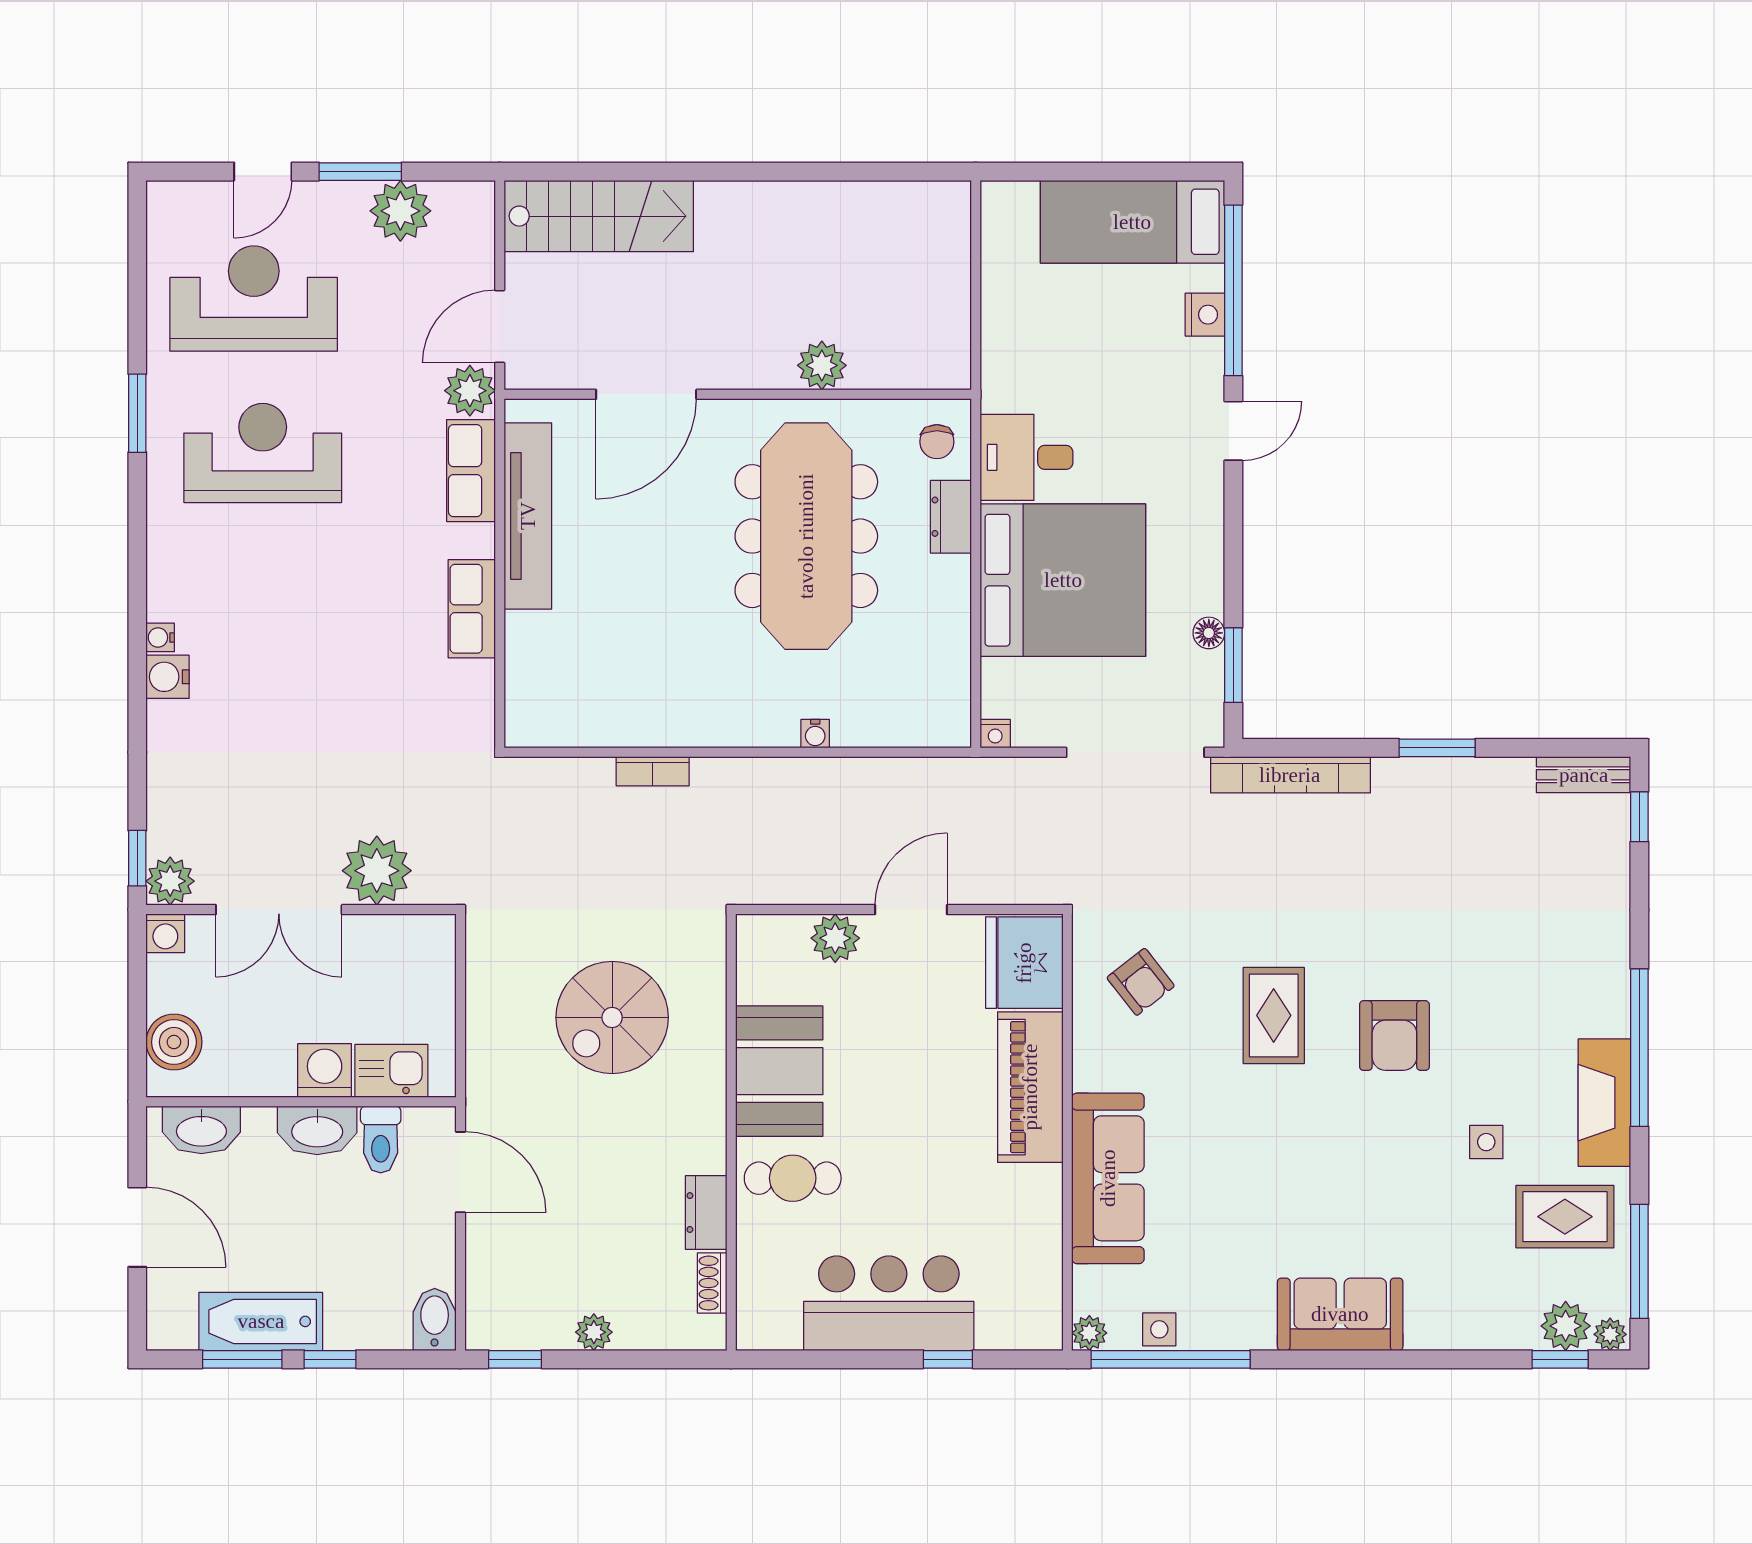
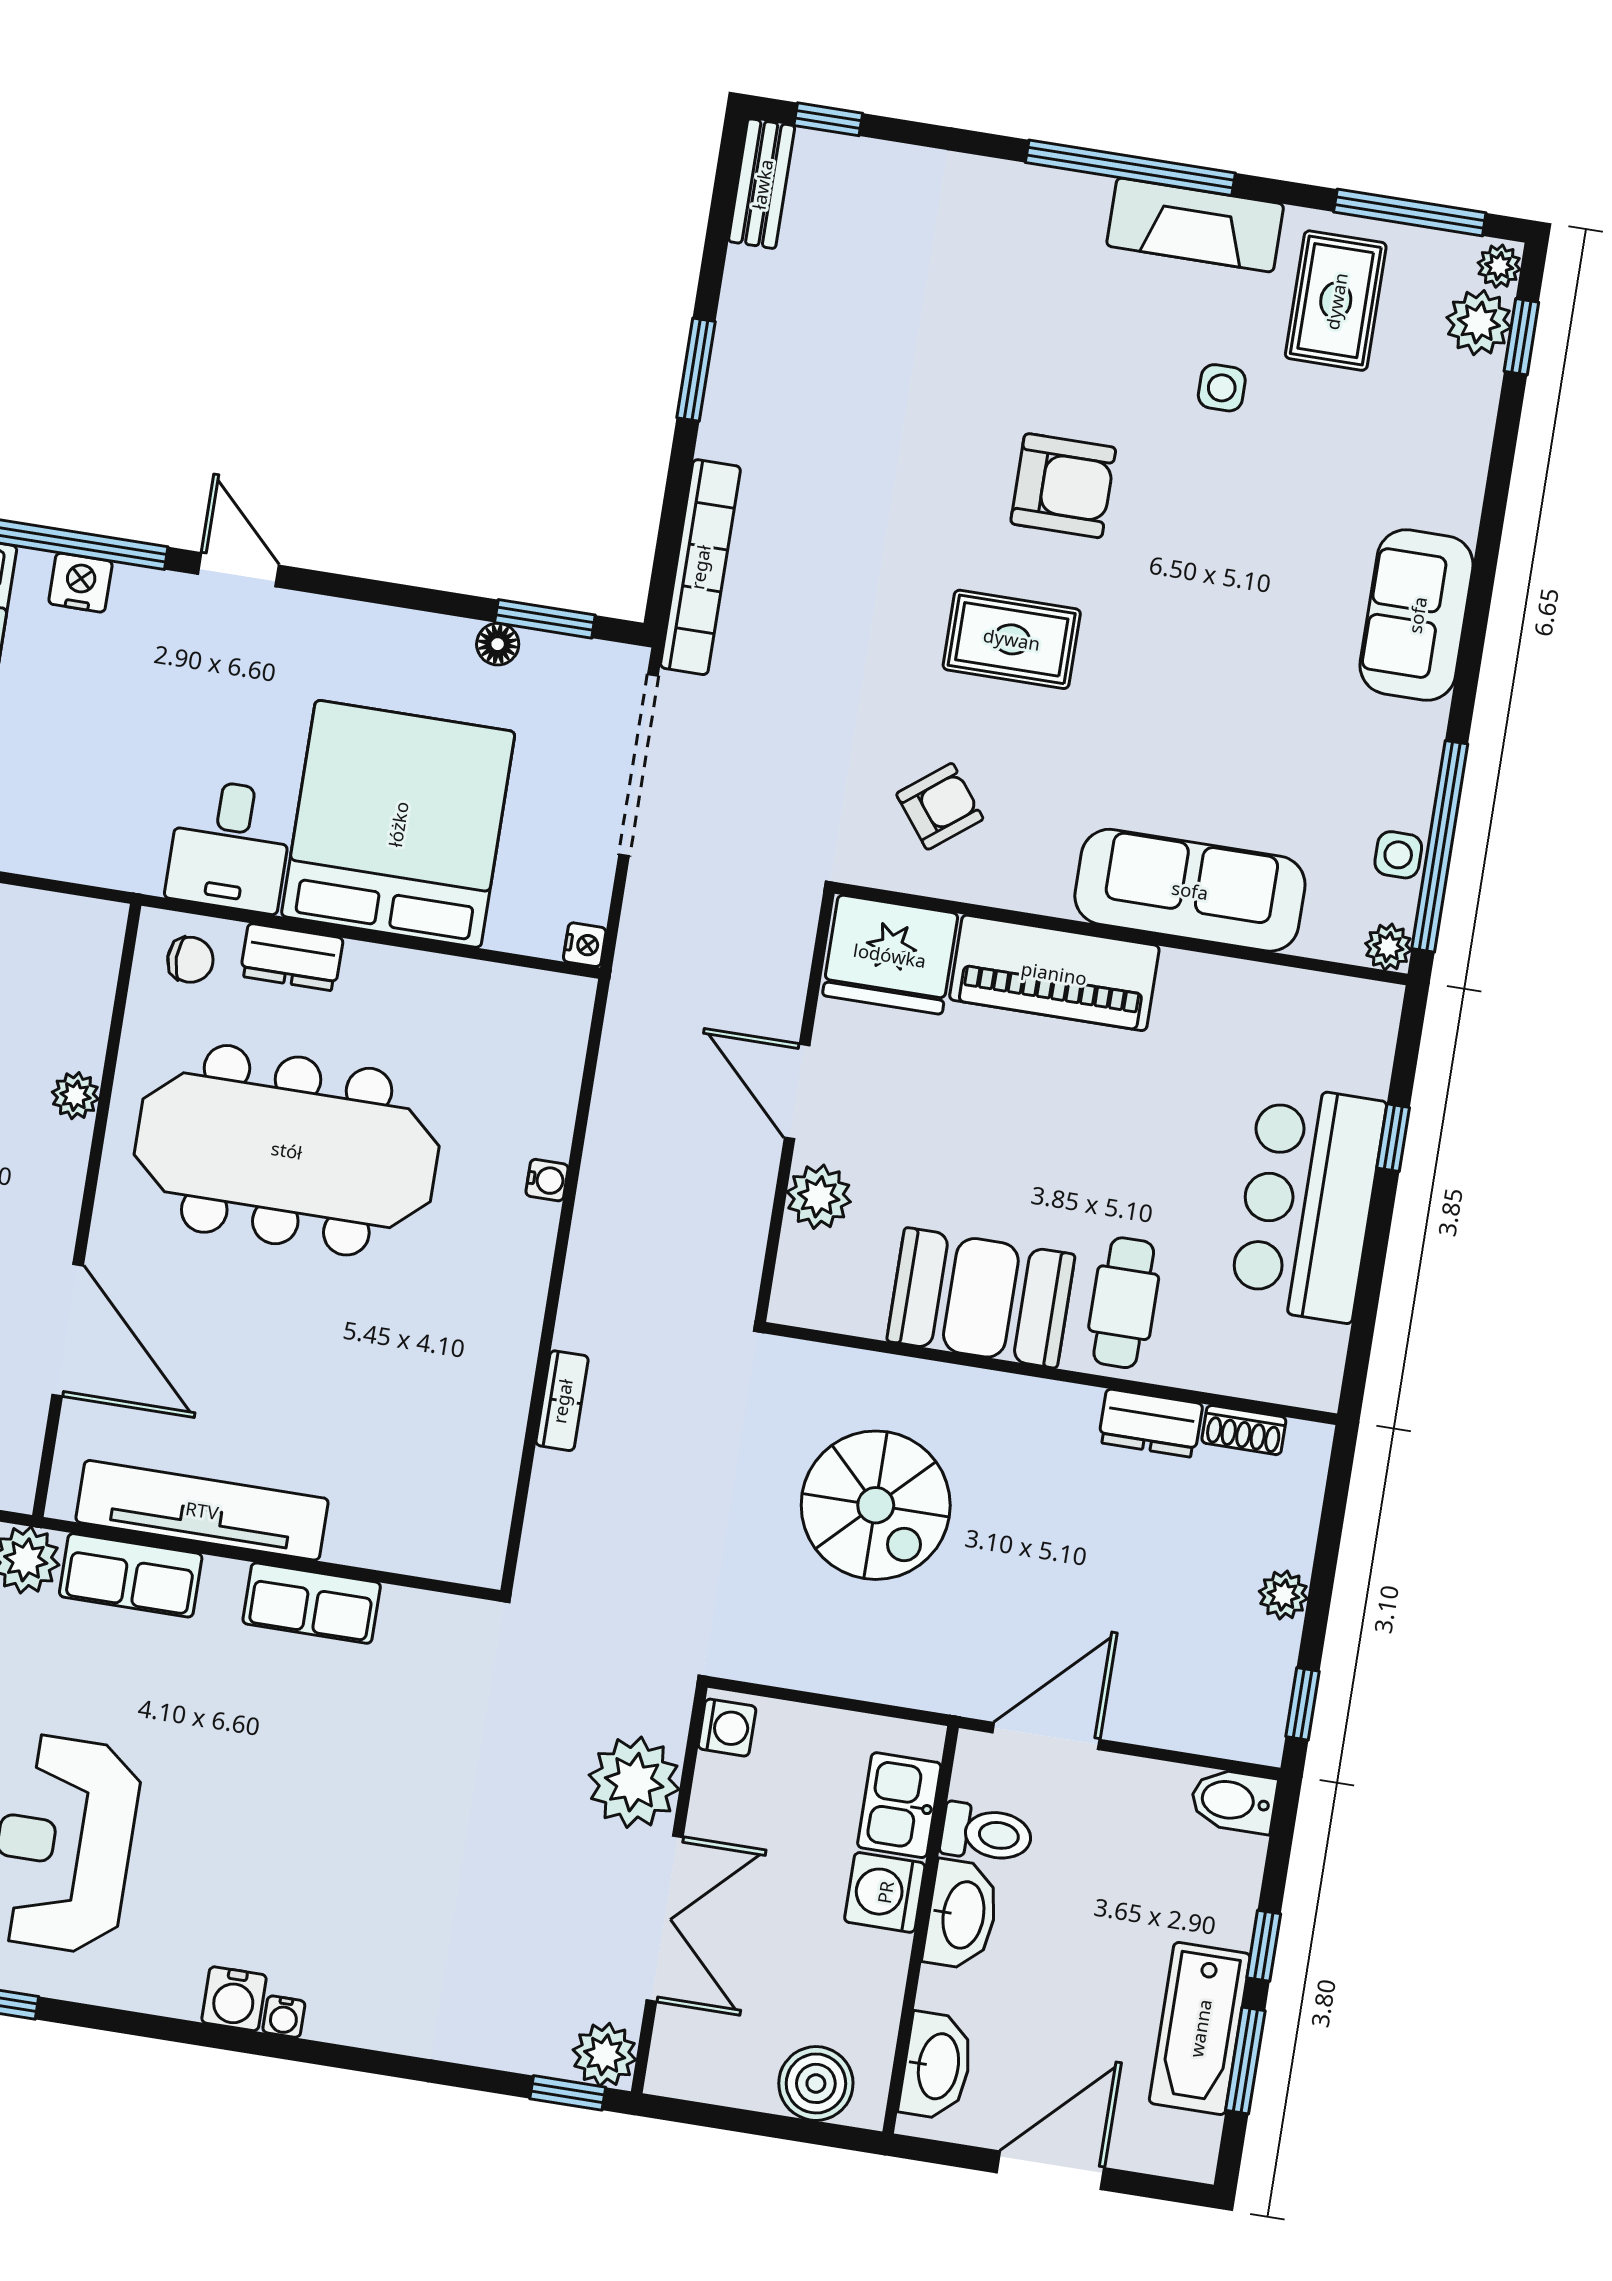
plant: (822, 365) -> (75, 1096), width x0.73, depth x0.73
water cooler: (168, 677) -> (234, 1999), moved
washing machine: (165, 933) -> (727, 1728), moved

